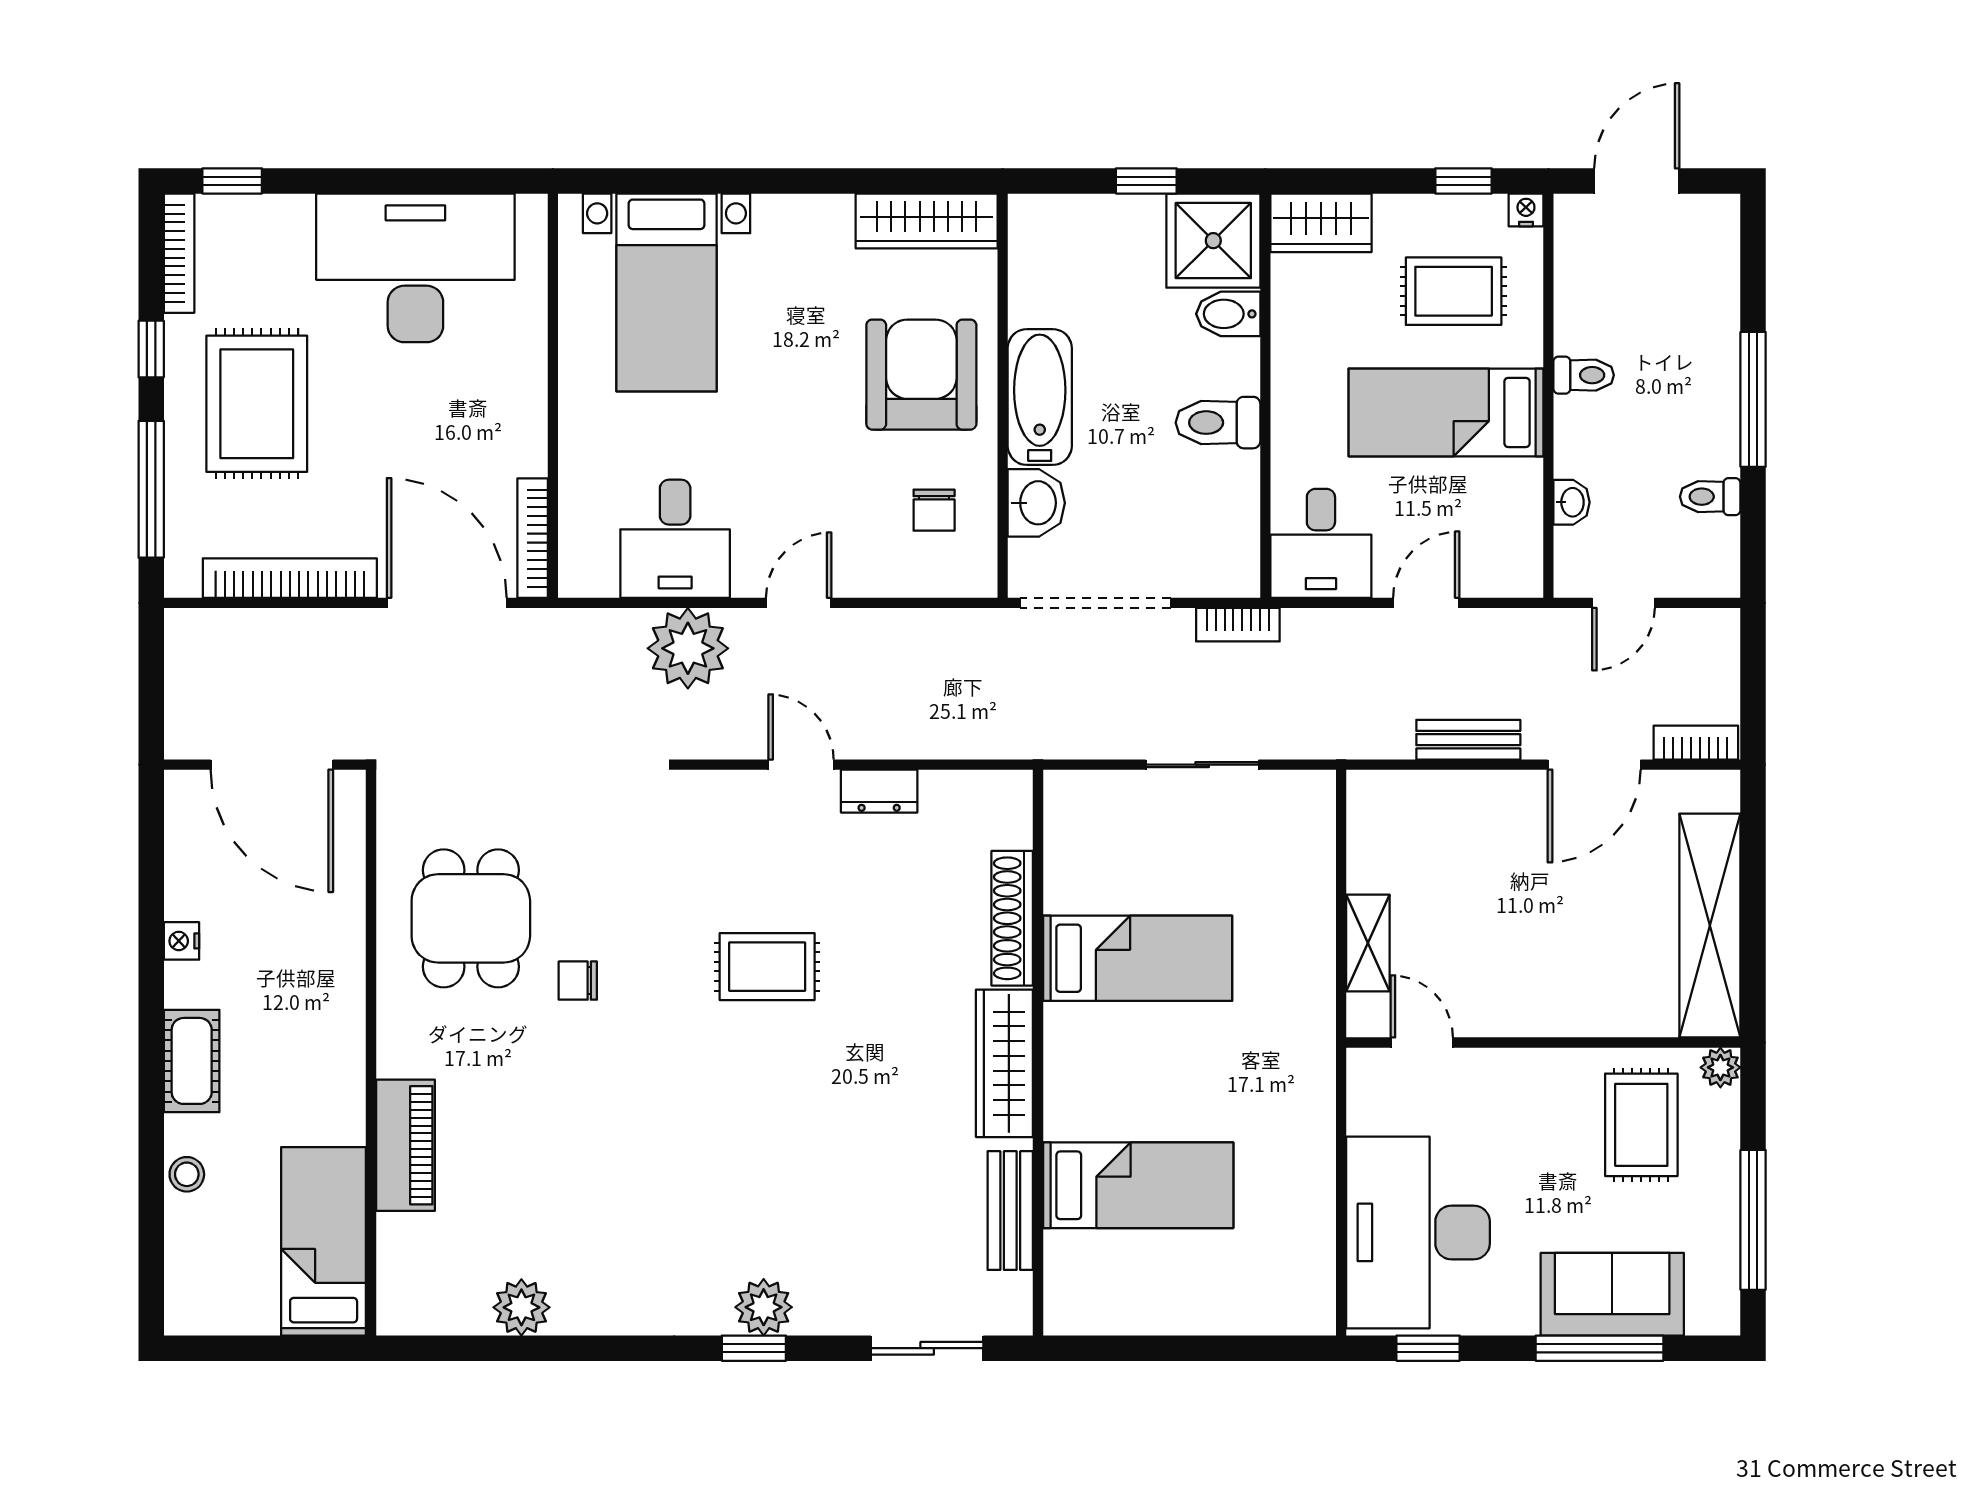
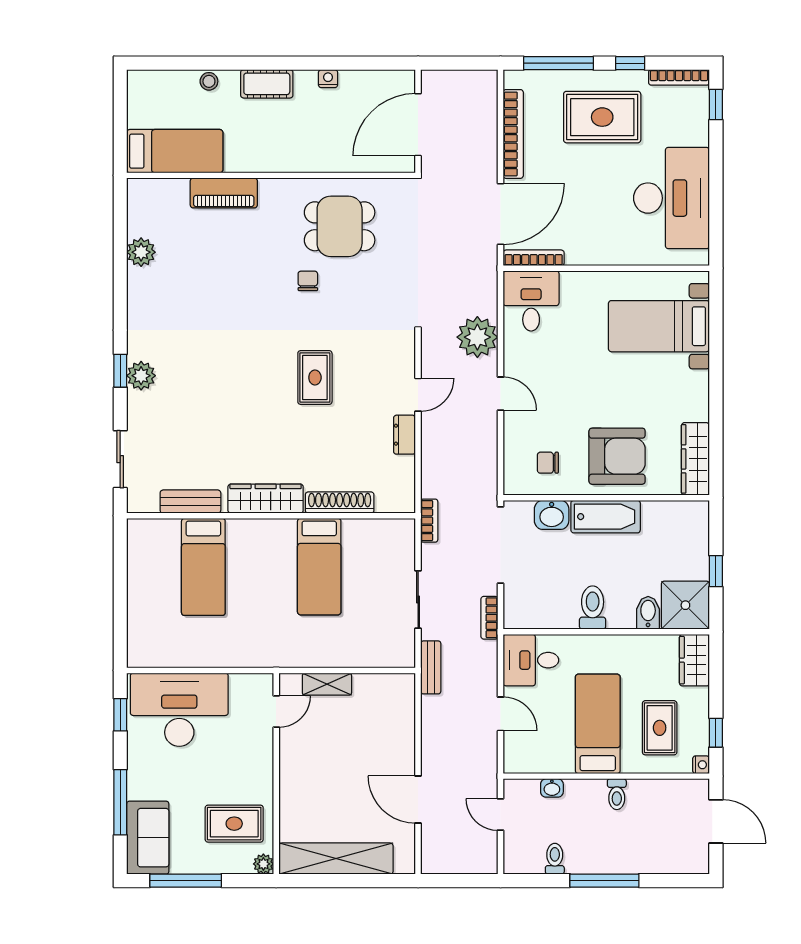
desk: (675, 539) -> (531, 301), moved, turned 90
bench: (1468, 740) -> (431, 667), moved
bookcase: (1696, 743) -> (429, 521), moved
sofa: (1612, 1294) -> (148, 838), moved

